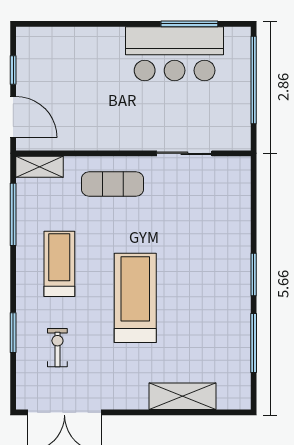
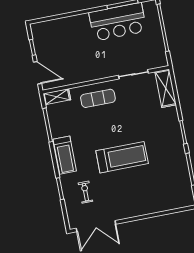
treadmill: (59, 264) -> (65, 155), moved, turned 180
treadmill: (135, 298) -> (122, 157), turned 90
shelving: (182, 396) -> (166, 88), moved, turned 90

